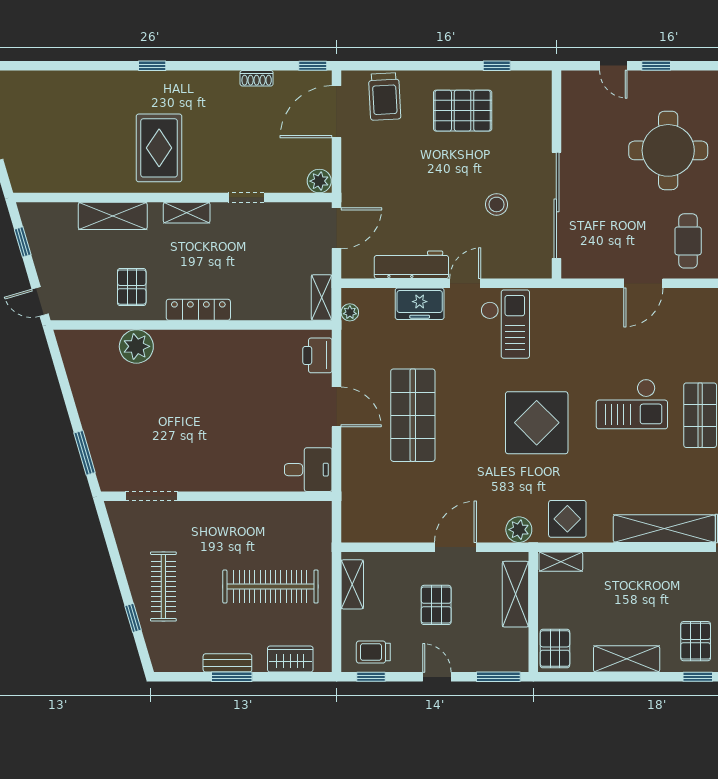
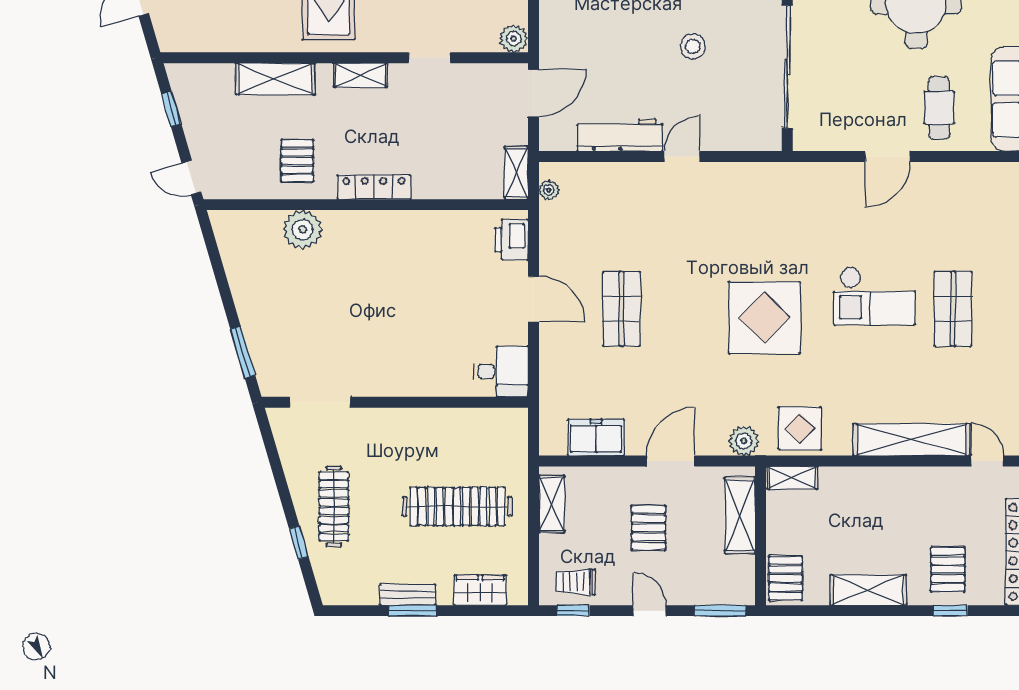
stool: (497, 204) -> (693, 46), moved
freezer: (420, 304) -> (596, 437), moved, turned 180
checkout: (505, 324) -> (728, 204), removed
shop shelf: (413, 415) -> (622, 309), width x0.70, depth x0.74

